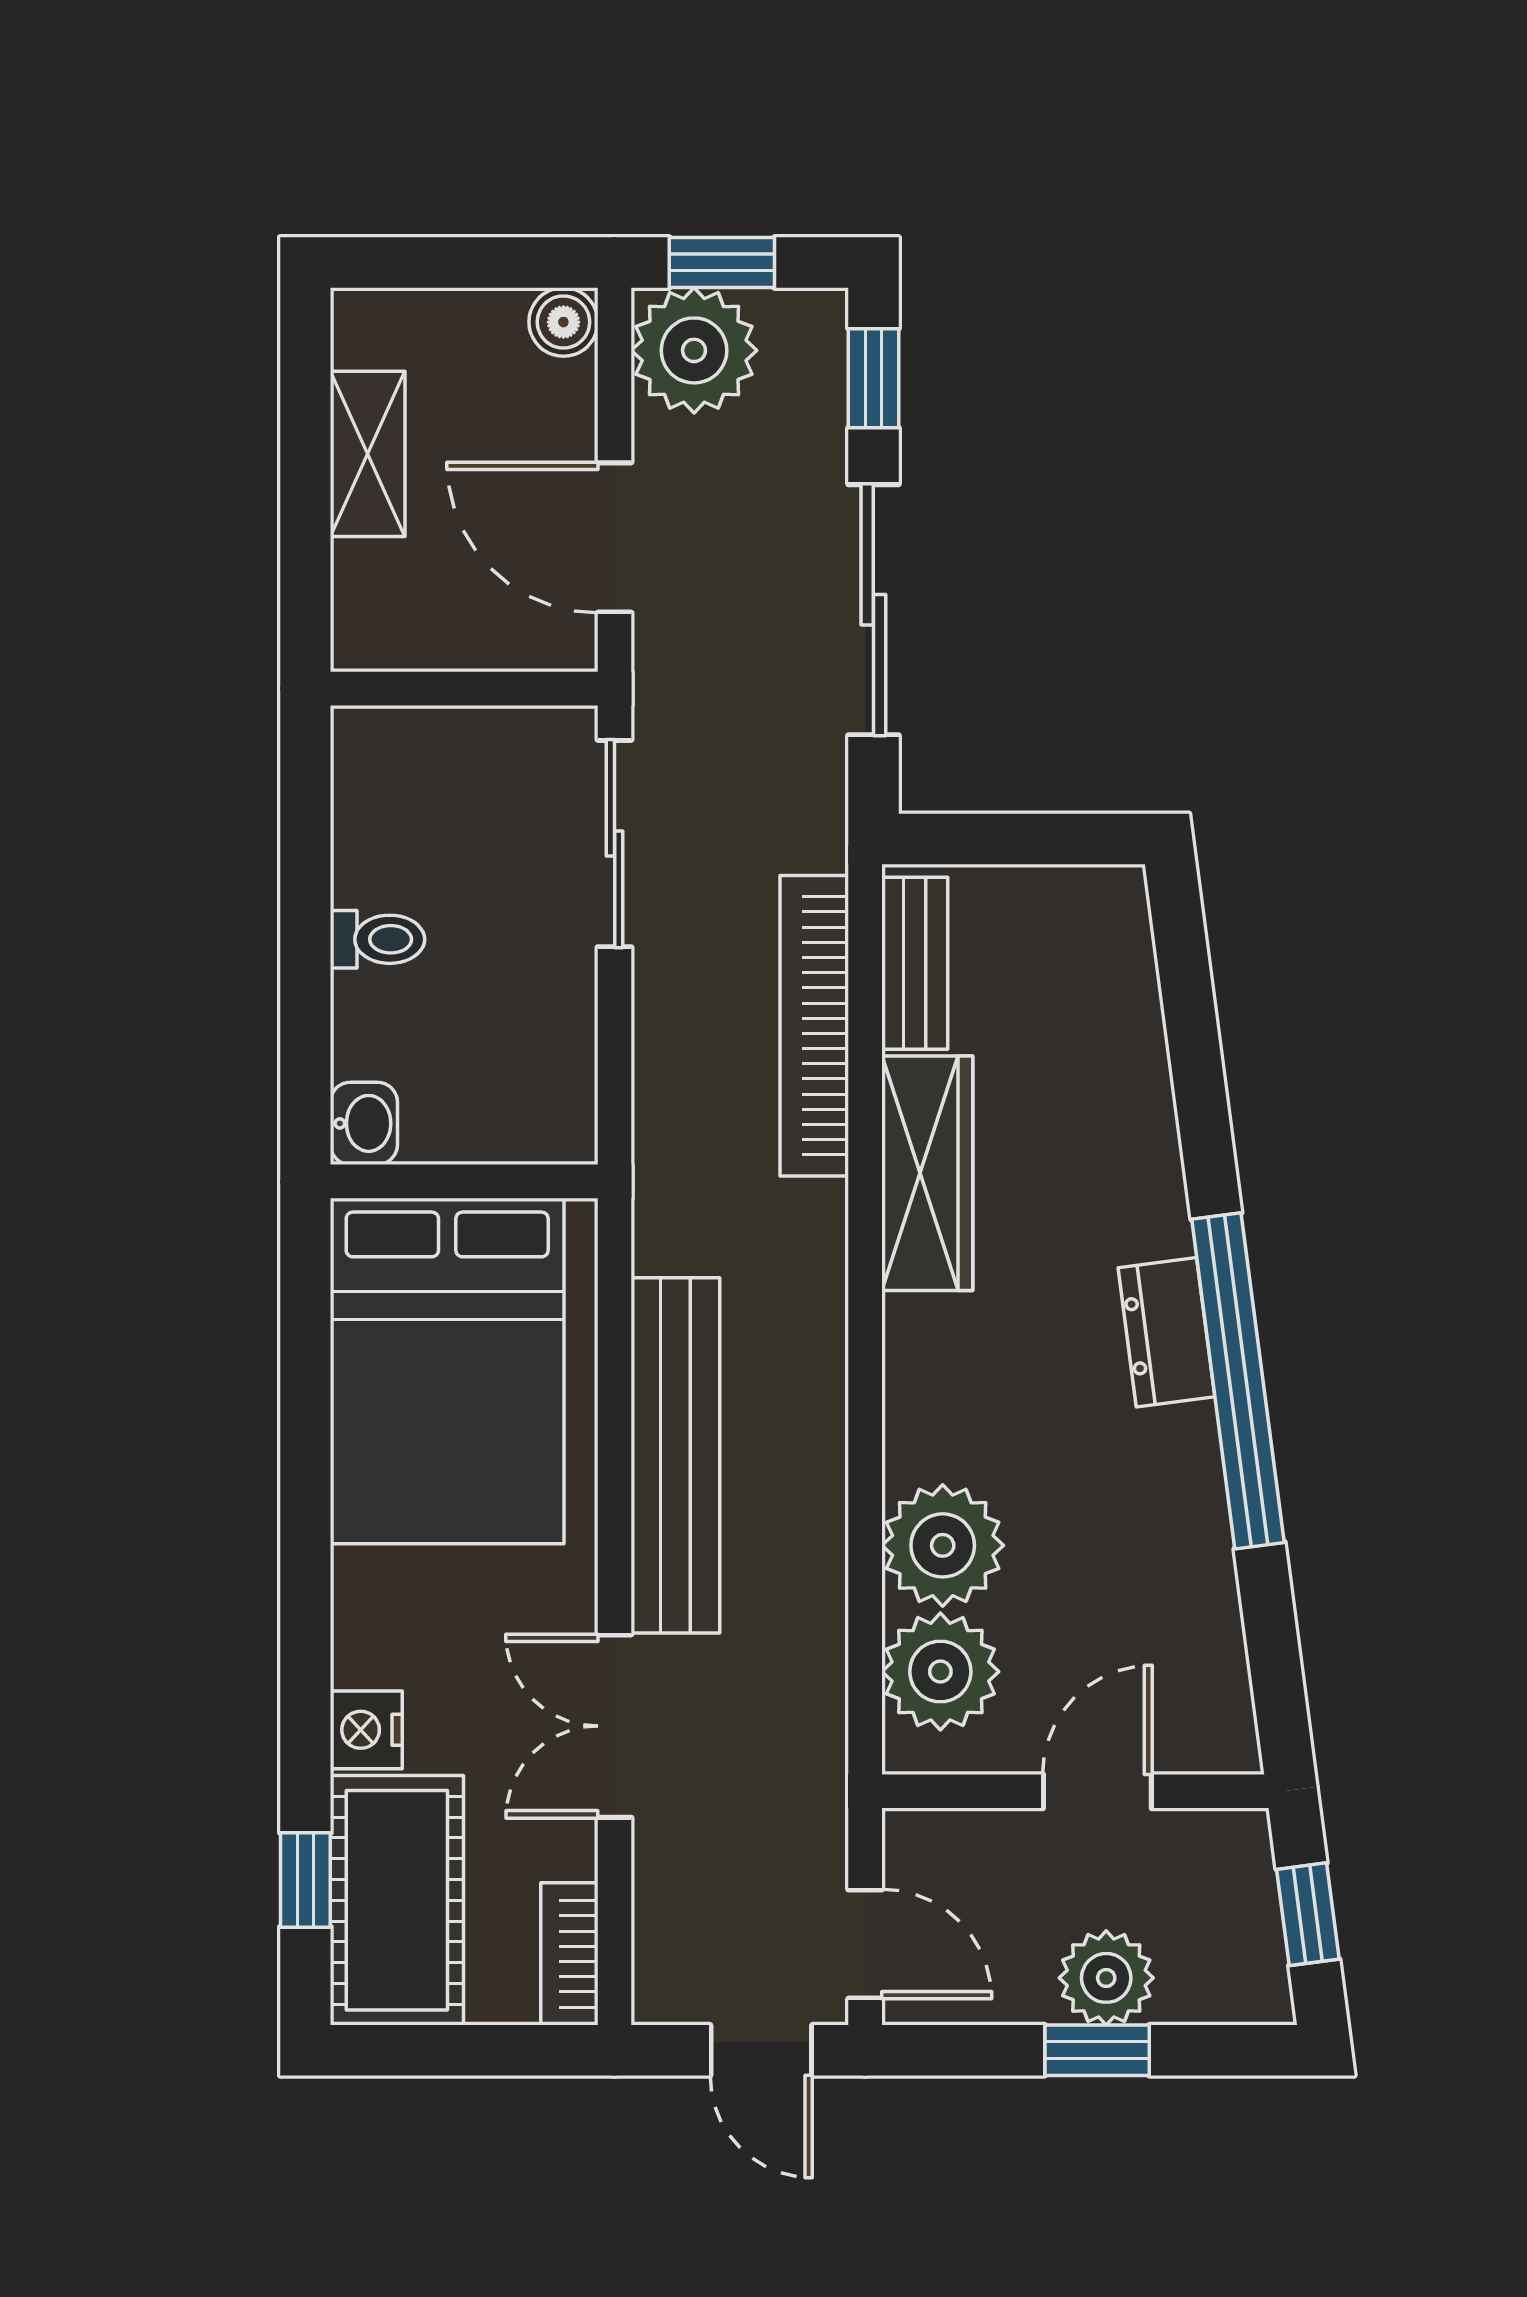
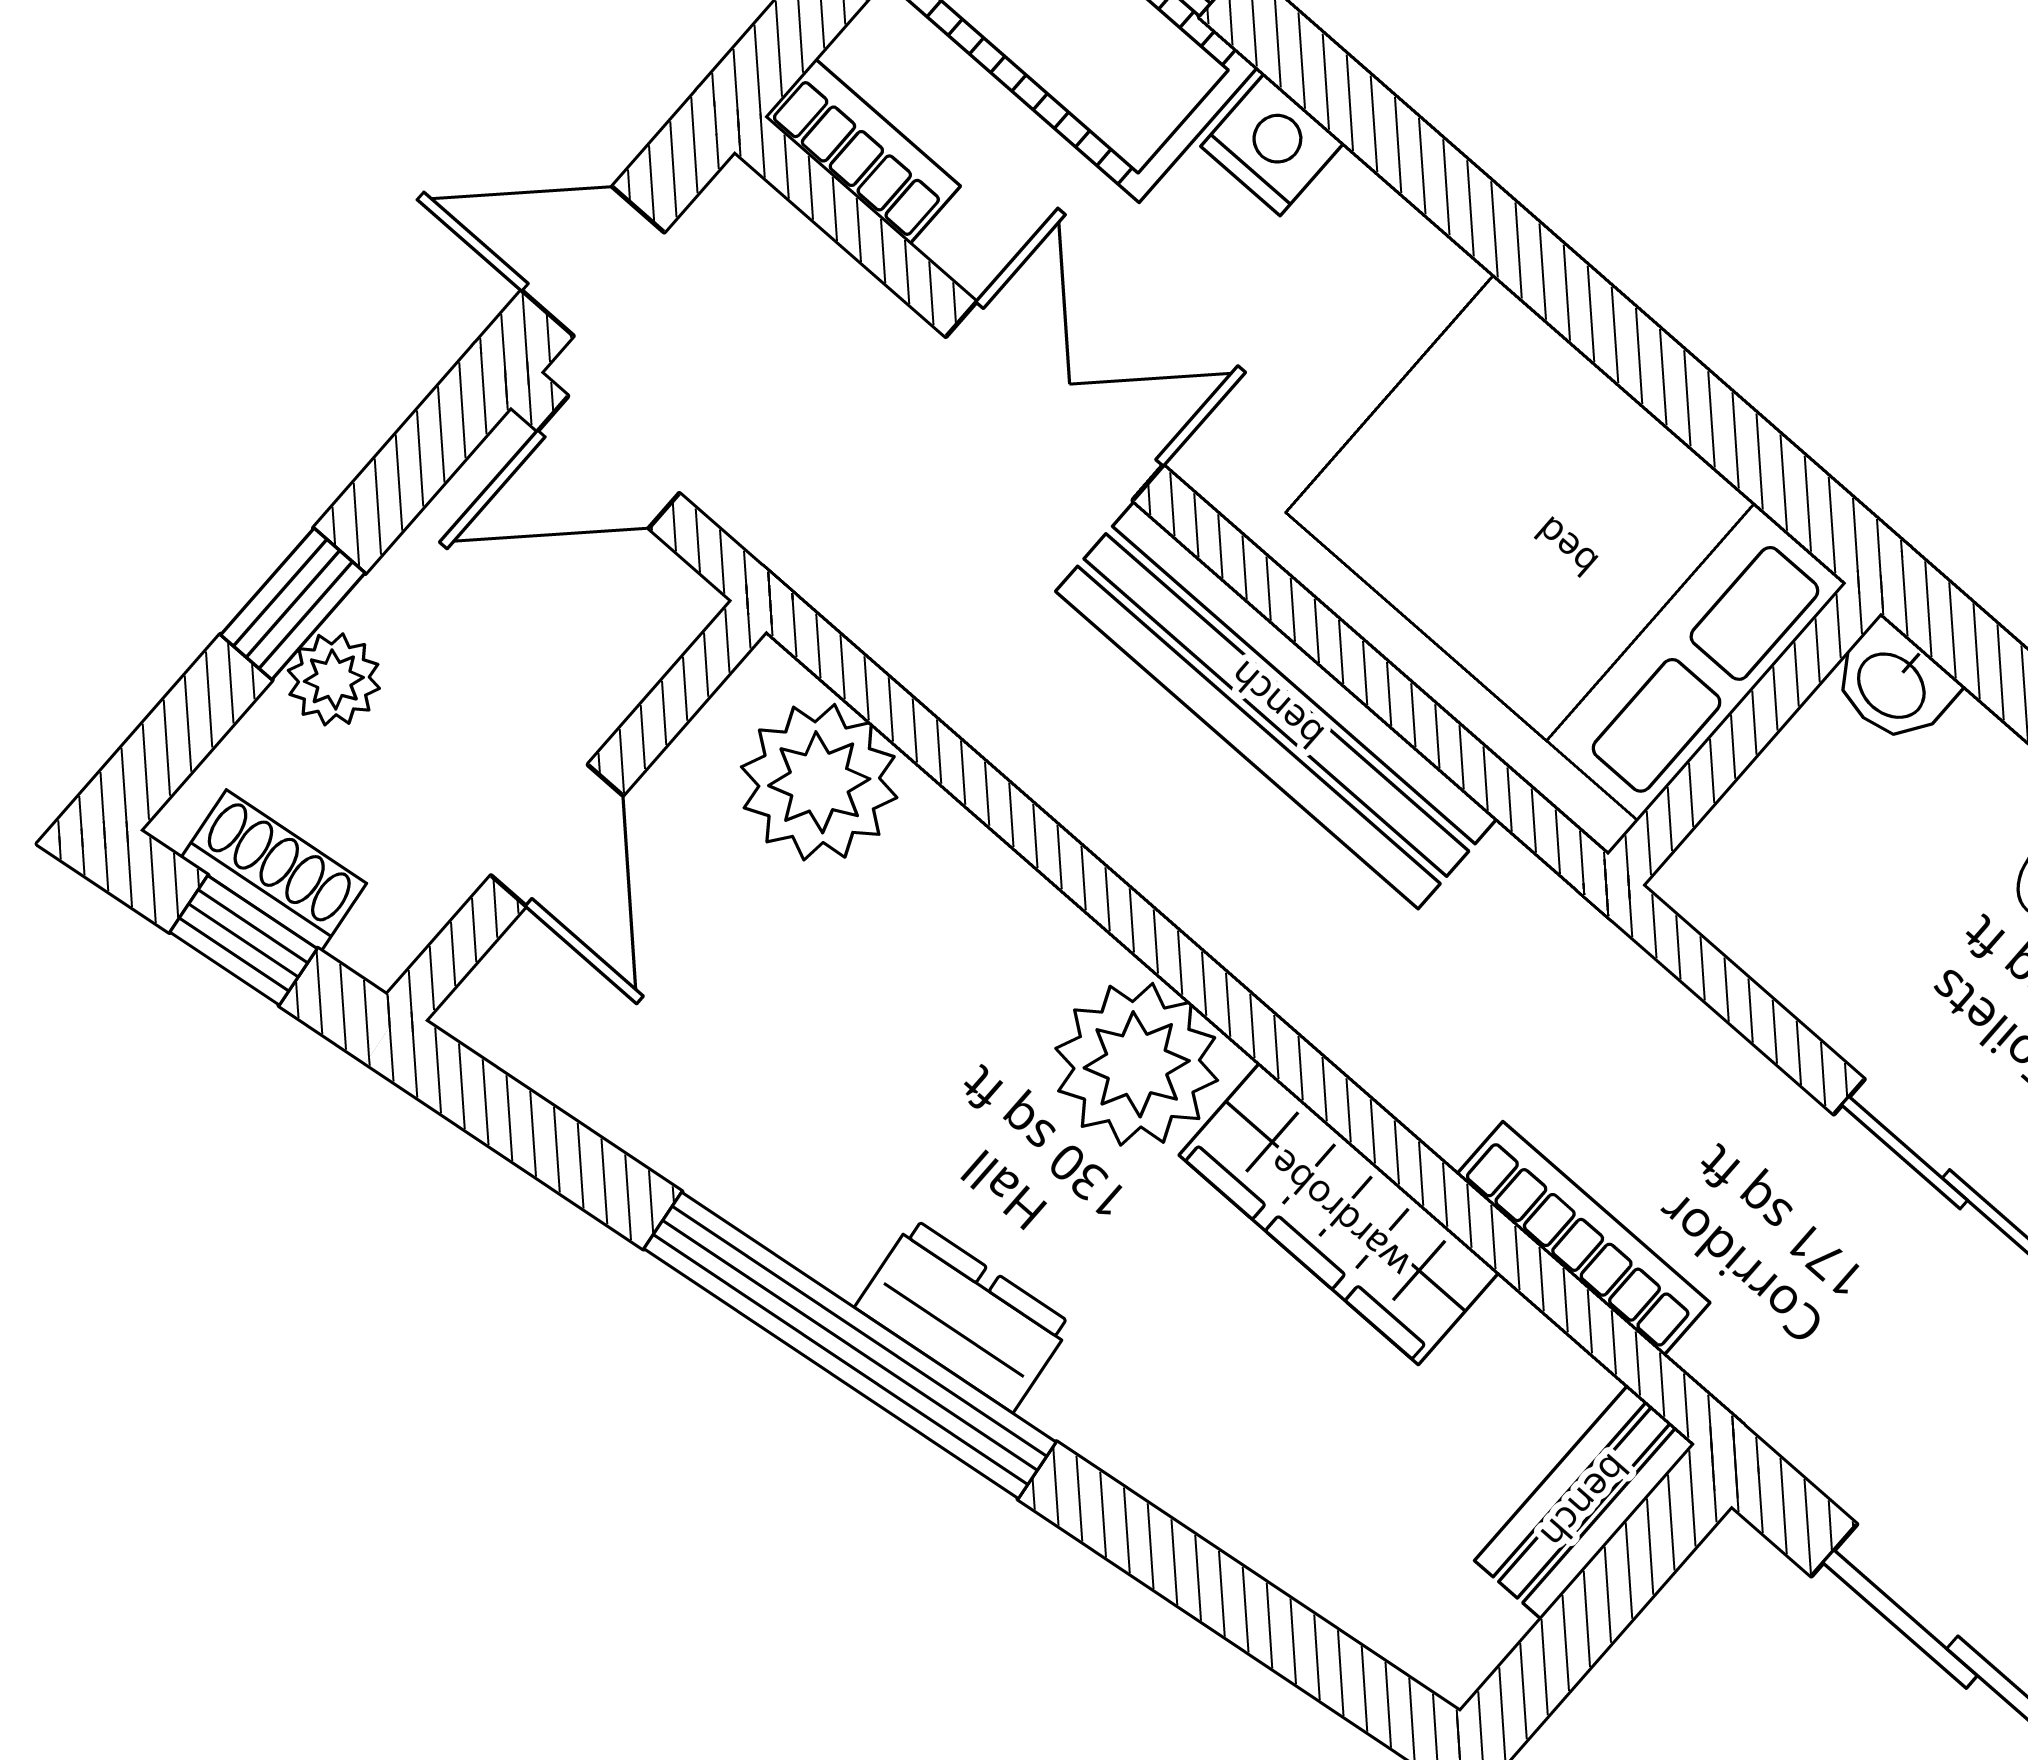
bench: (915, 963) -> (1585, 1502), moved, turned 90
bookcase: (814, 1026) -> (1583, 1239), width x0.68, depth x0.76
plant: (943, 1545) -> (1137, 1064), moved
shoe rack: (1254, 1931) -> (274, 870), added
plant: (1106, 1978) -> (334, 679), width x0.73, depth x0.73

